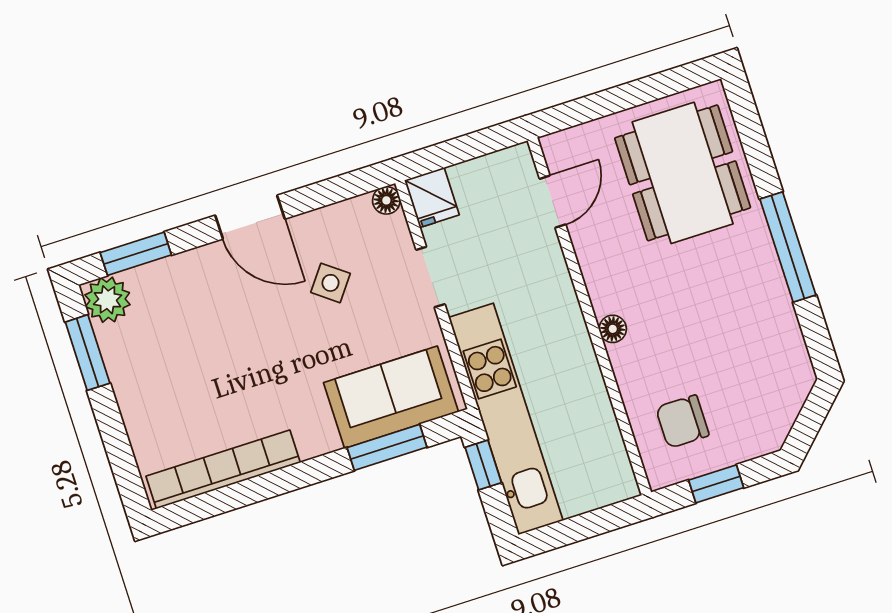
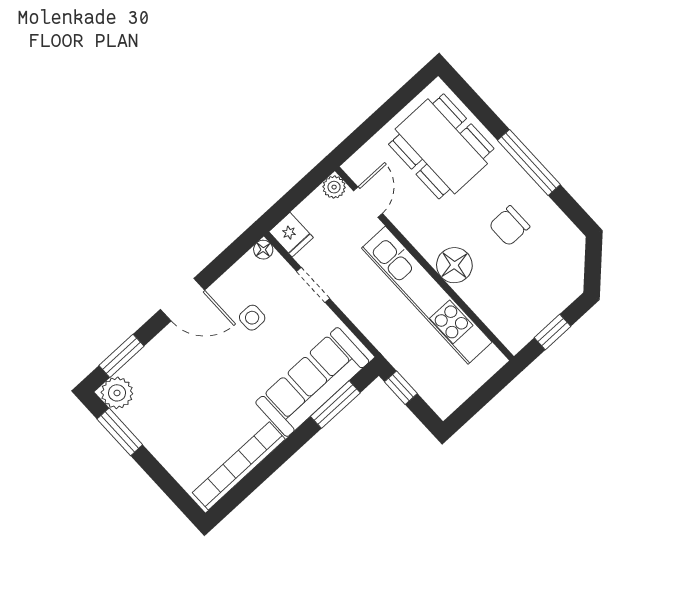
plant: (517, 161) -> (334, 187), added
side table: (330, 283) -> (252, 318), turned -37
floor lamp: (613, 329) -> (454, 265), width x1.89, depth x1.89
sofa: (391, 397) -> (312, 382), width x1.36
kitchen unit: (506, 419) -> (427, 295), moved, turned 180
chair: (682, 422) -> (509, 226), moved

